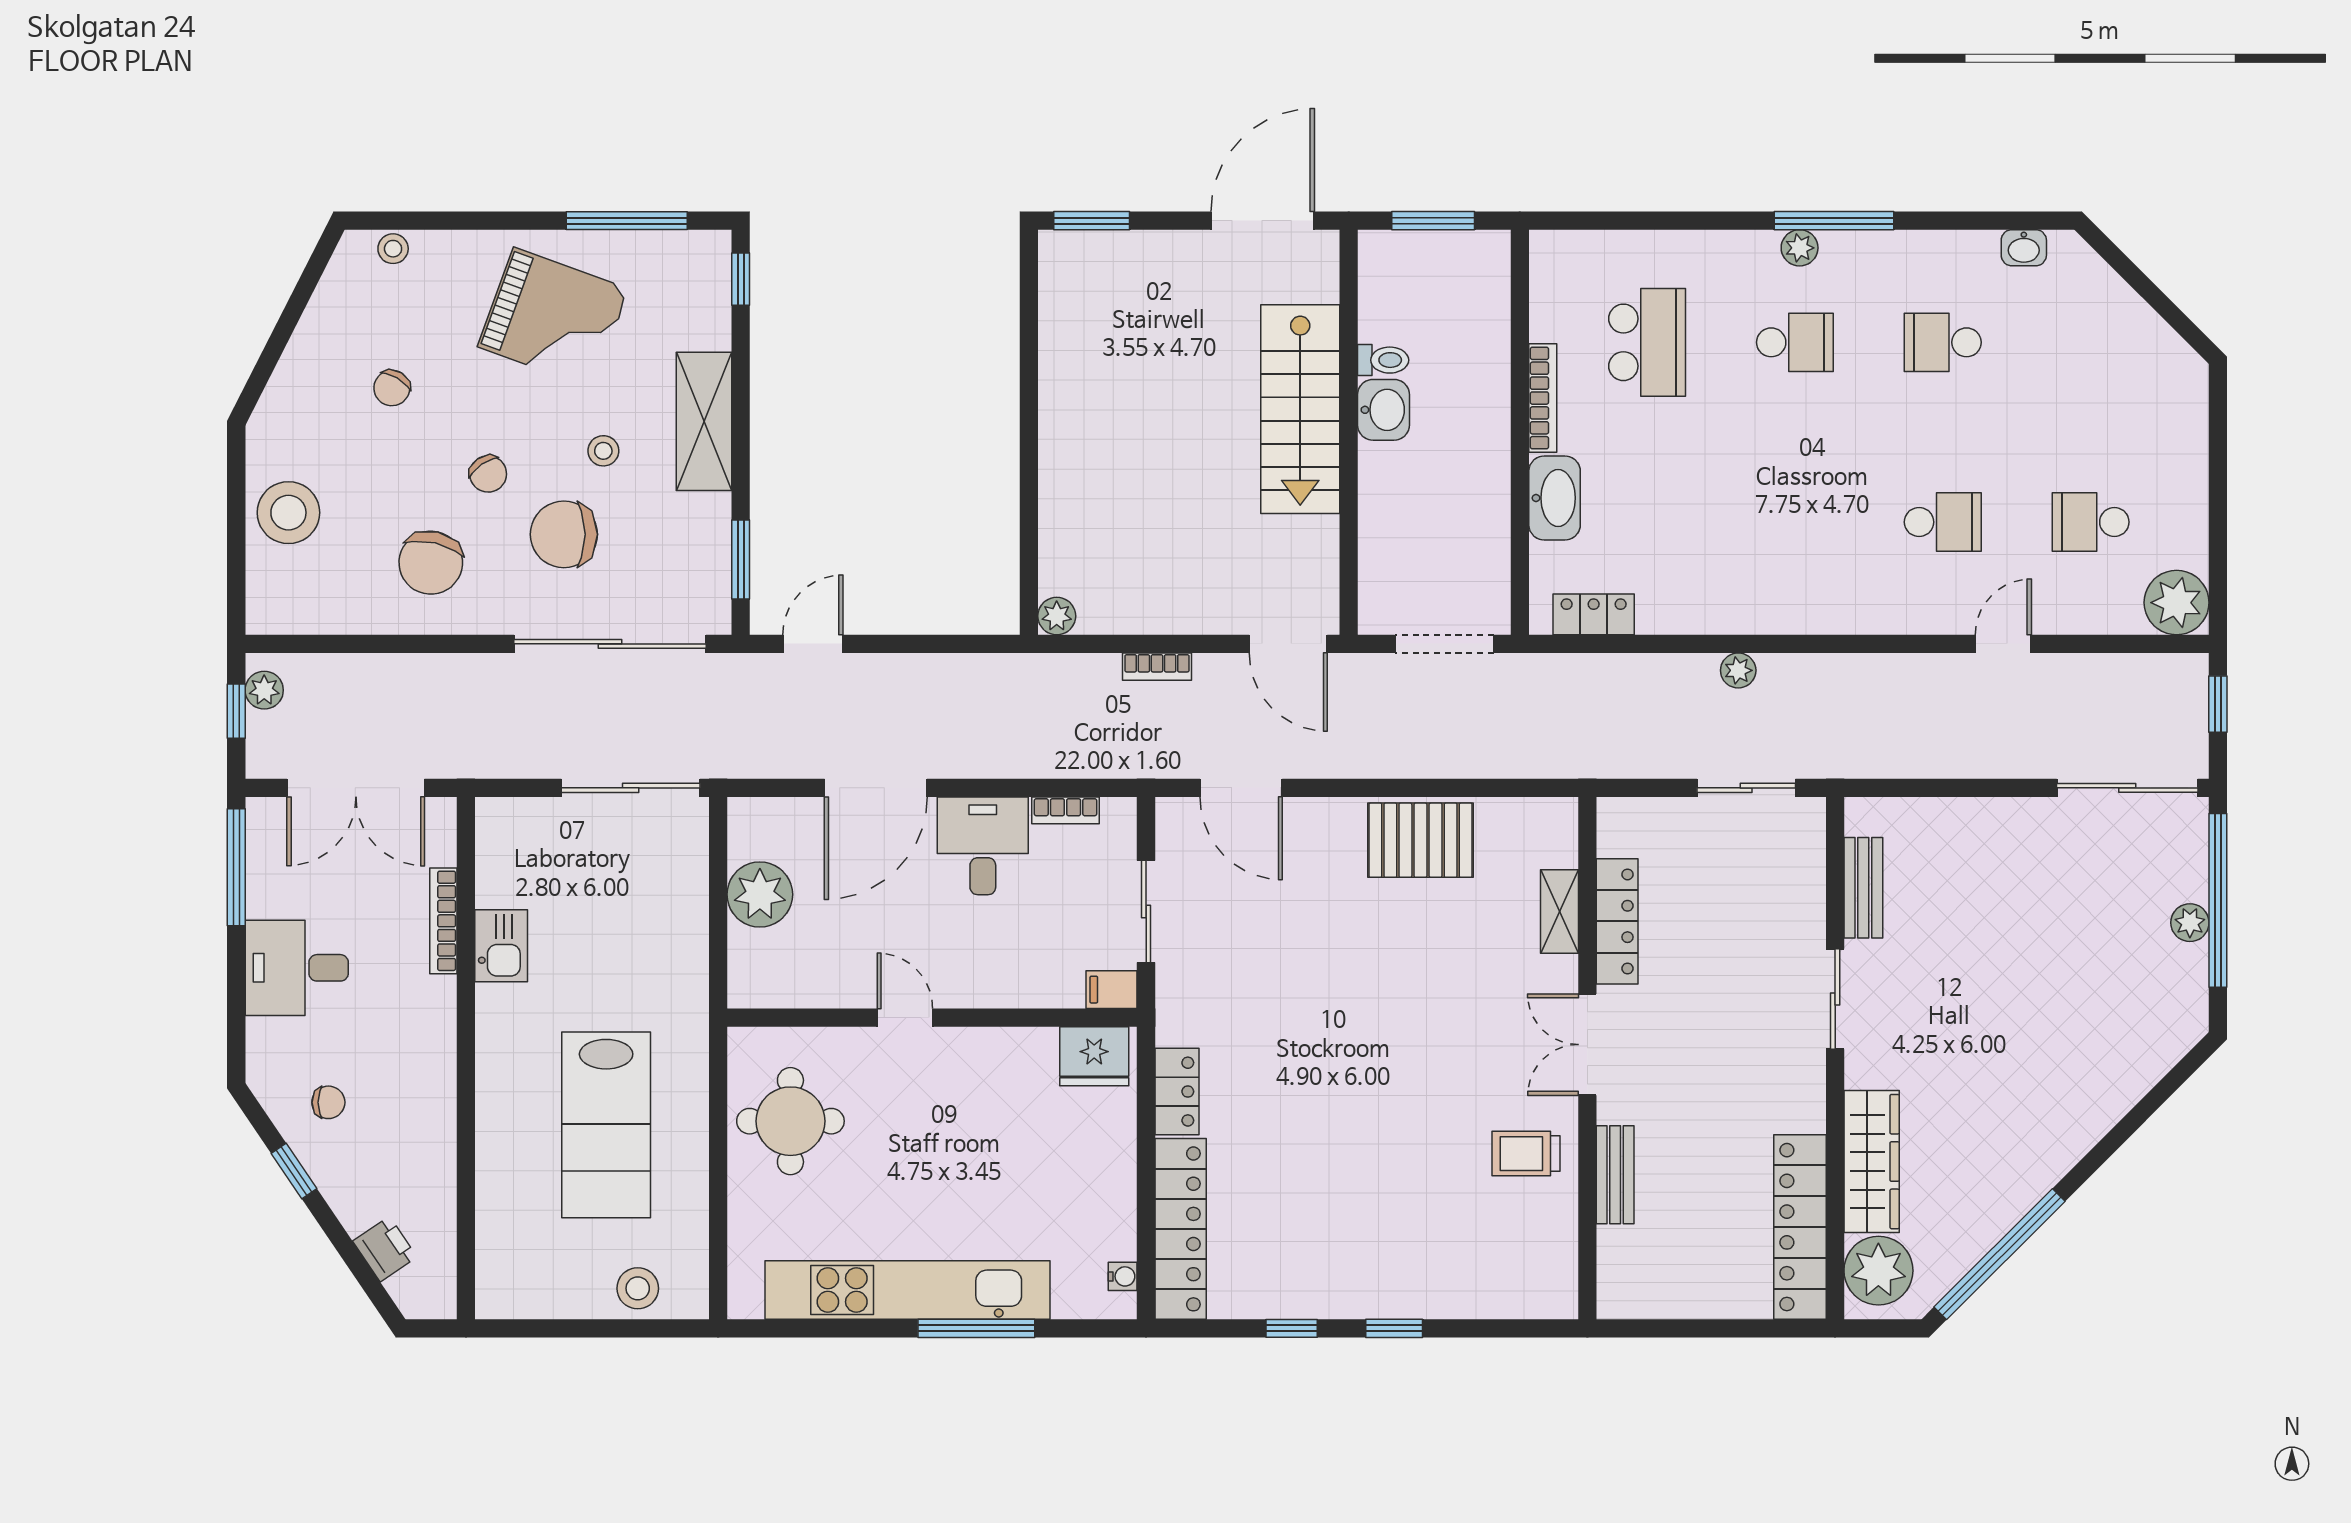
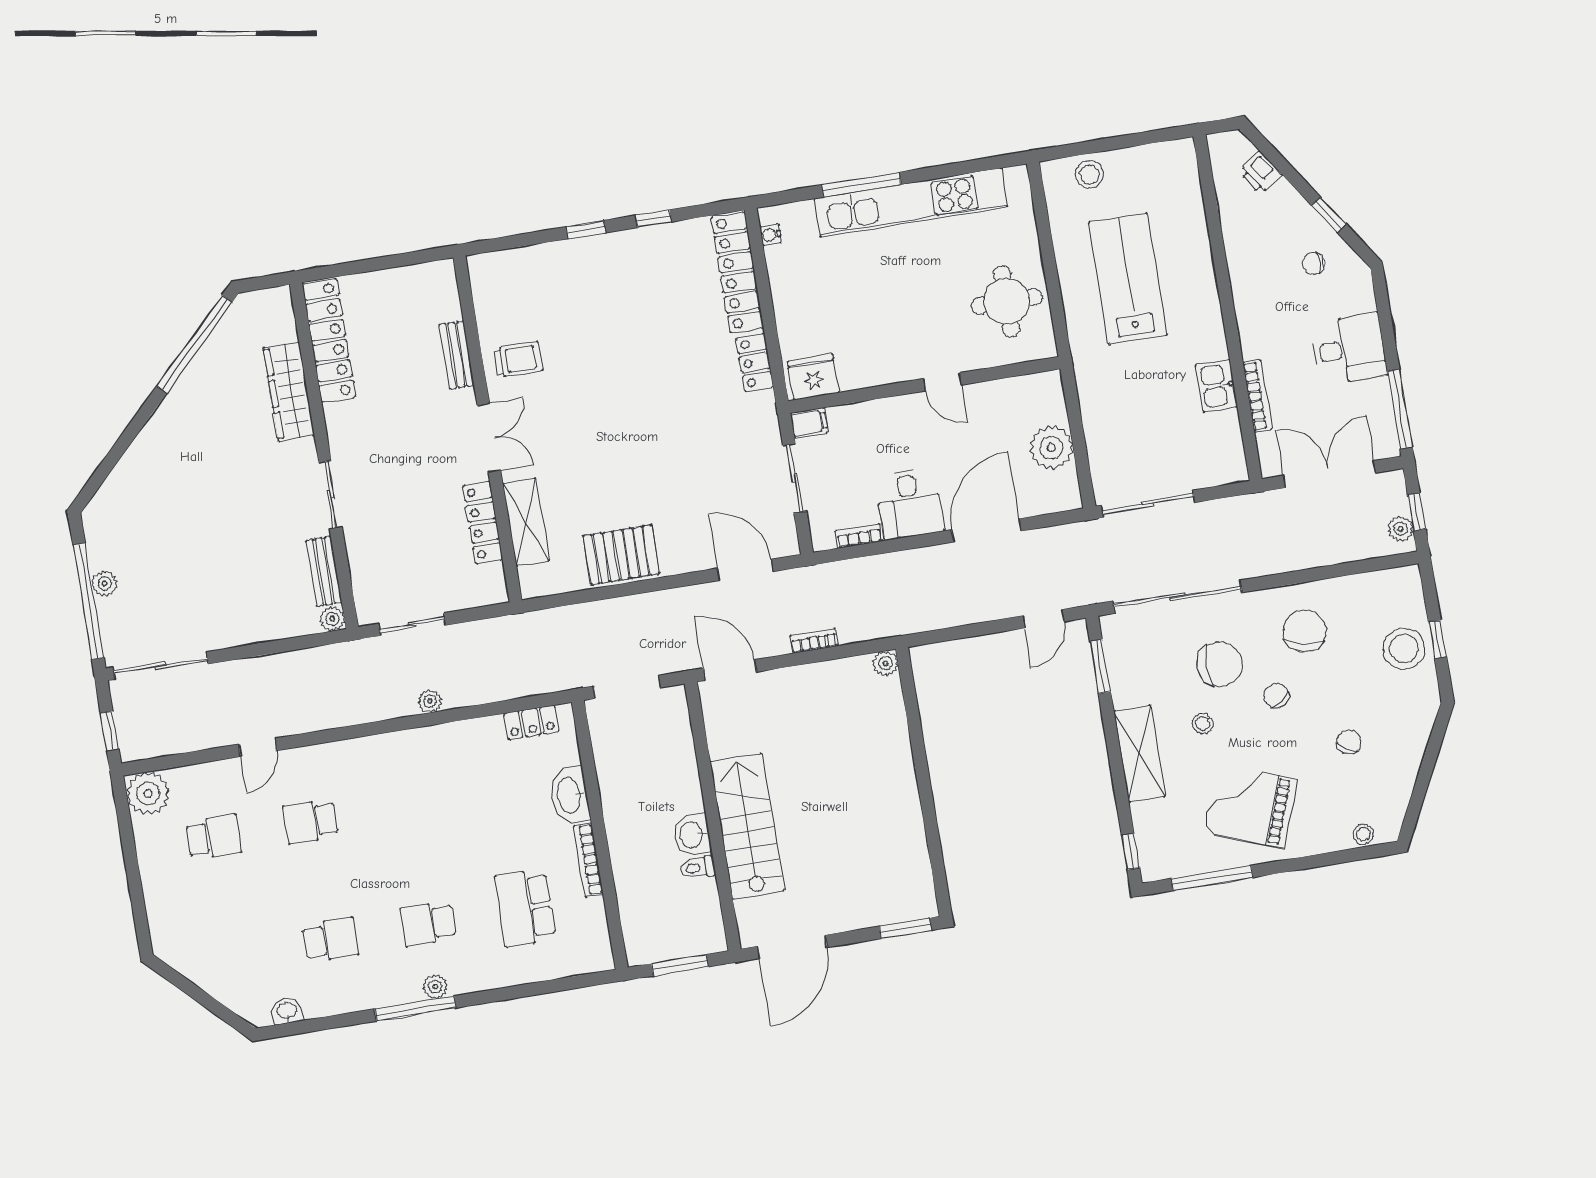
window: (236, 518) -> (1438, 639), added
shelving: (1560, 911) -> (526, 522), width x1.50, depth x1.33
plant: (1878, 1271) -> (332, 619), moved, width x0.53, depth x0.53

